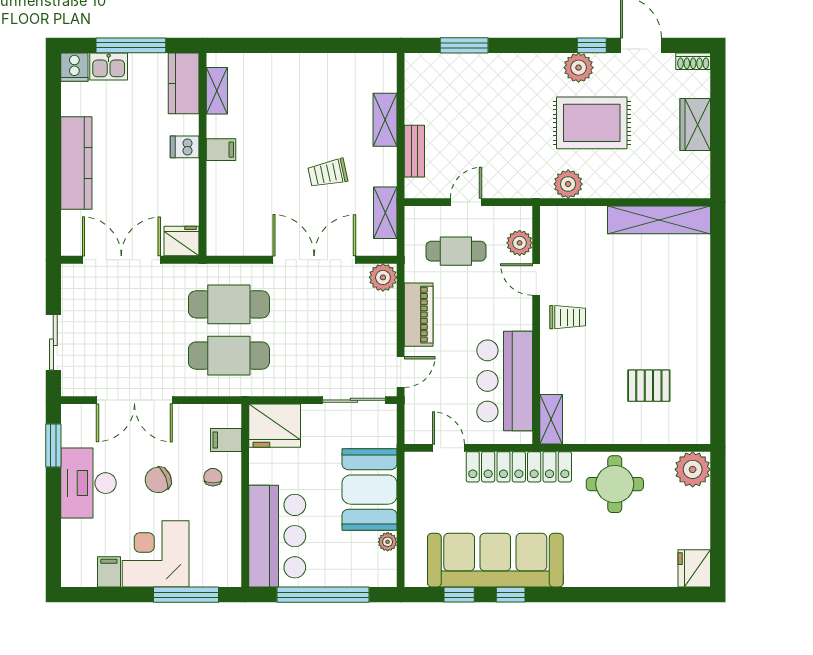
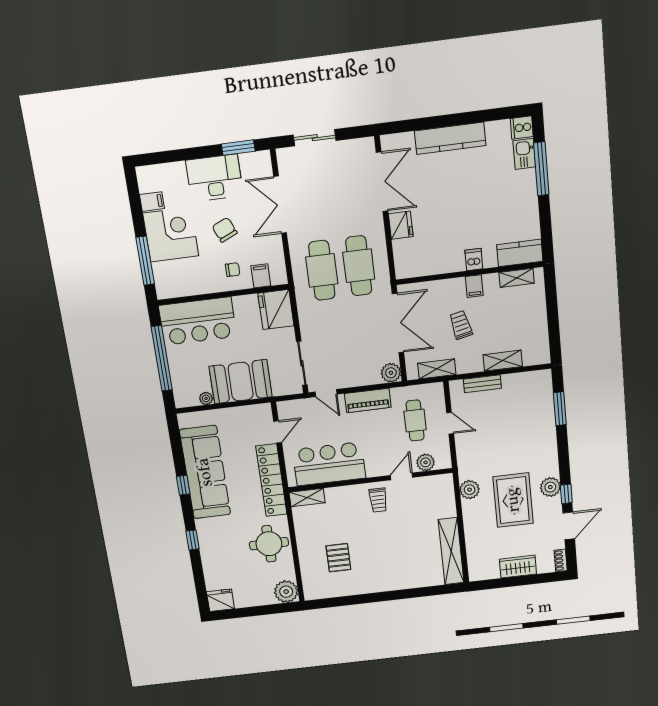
kitchen counter: (184, 83) -> (520, 253), moved
shelving: (217, 91) -> (517, 278), moved
dishwasher: (185, 147) -> (474, 259), moved
filing cabinet: (221, 150) -> (474, 286), moved
wall: (203, 154) -> (469, 273), moved
window: (459, 595) -> (193, 540), moved

